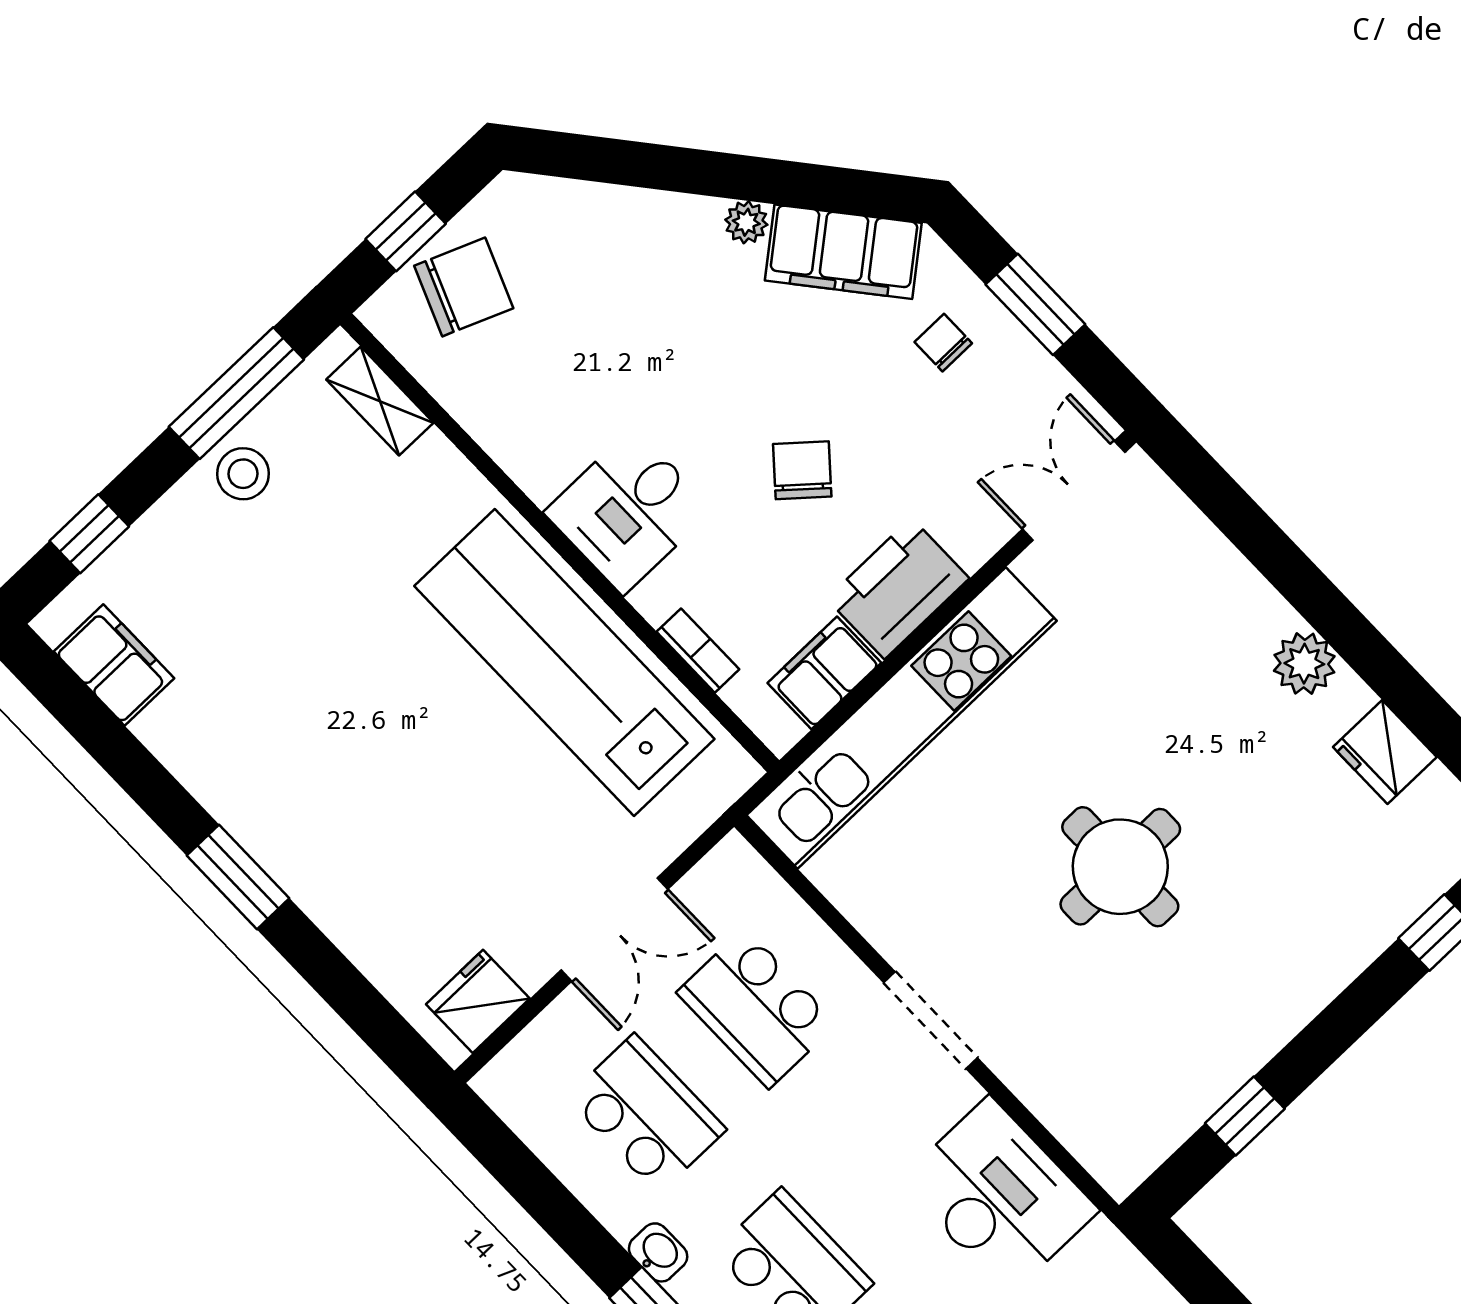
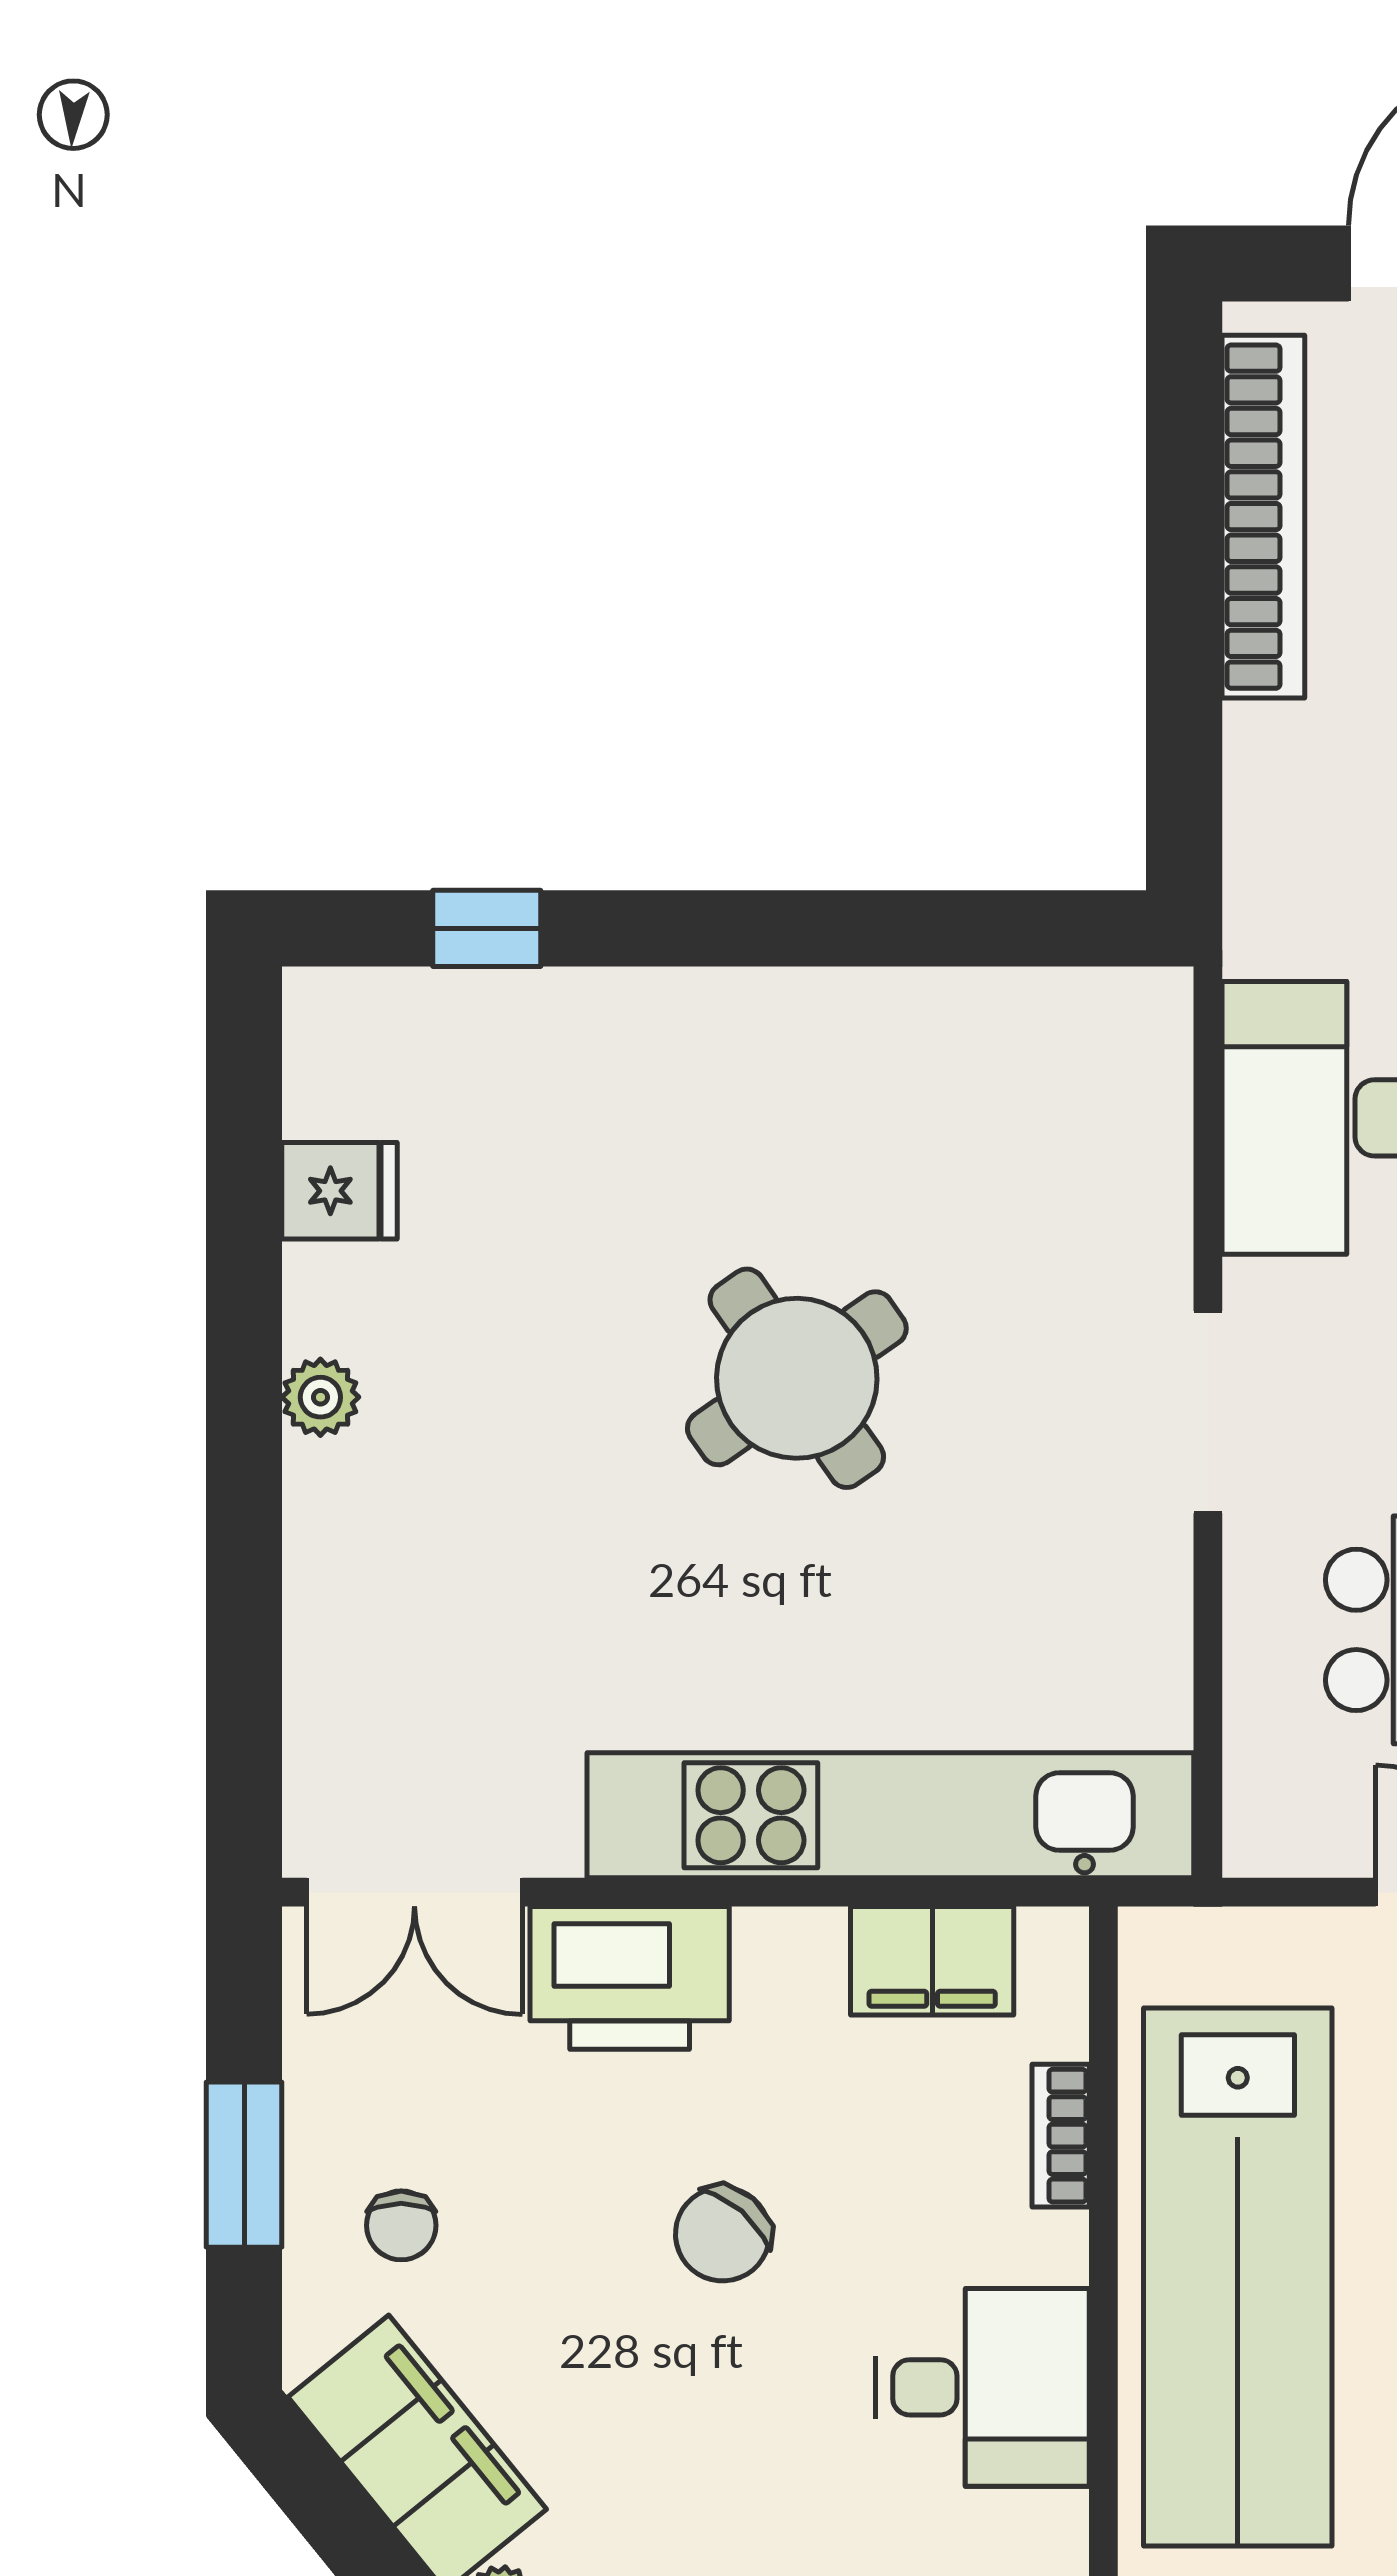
printer: (898, 588) -> (630, 1978), moved
plant: (1304, 664) -> (320, 1397), width x0.73, depth x0.73
fridge: (1385, 752) -> (340, 1191), width x0.72
round table: (1120, 867) -> (797, 1378), turned -35
window: (1245, 1116) -> (936, 928), removed

